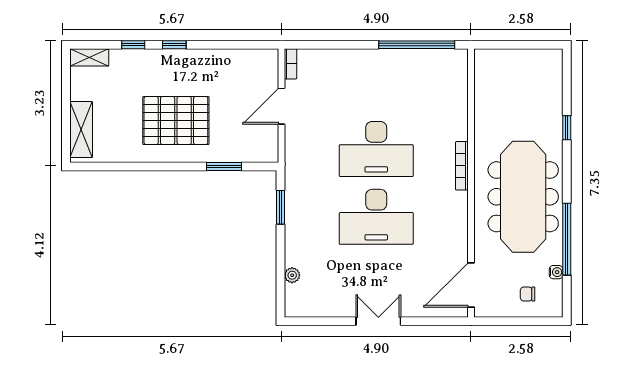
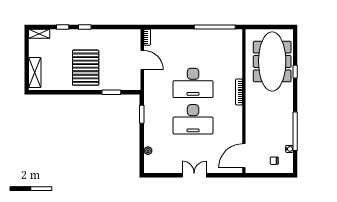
door: (282, 106) -> (142, 60), swing flipped
pallet: (176, 121) -> (86, 68), turned 90
meeting table: (523, 197) -> (272, 61), moved

